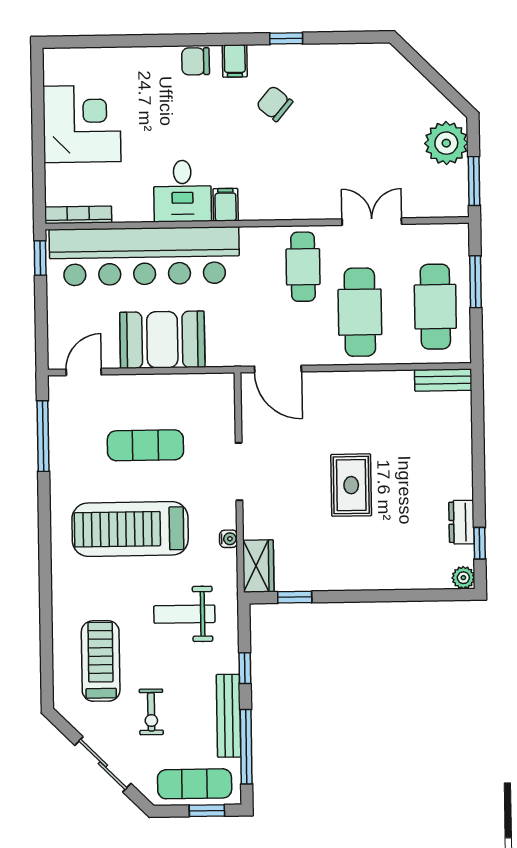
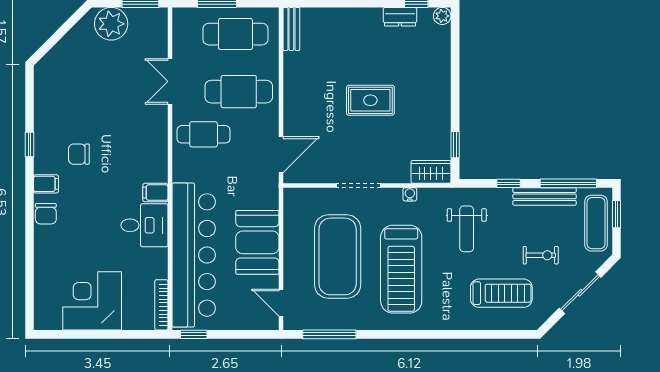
chair: (275, 104) -> (79, 154), turned 50
exercise mat: (145, 445) -> (338, 256), width x2.00, depth x1.45
treadmill: (101, 661) -> (501, 293), turned 180

